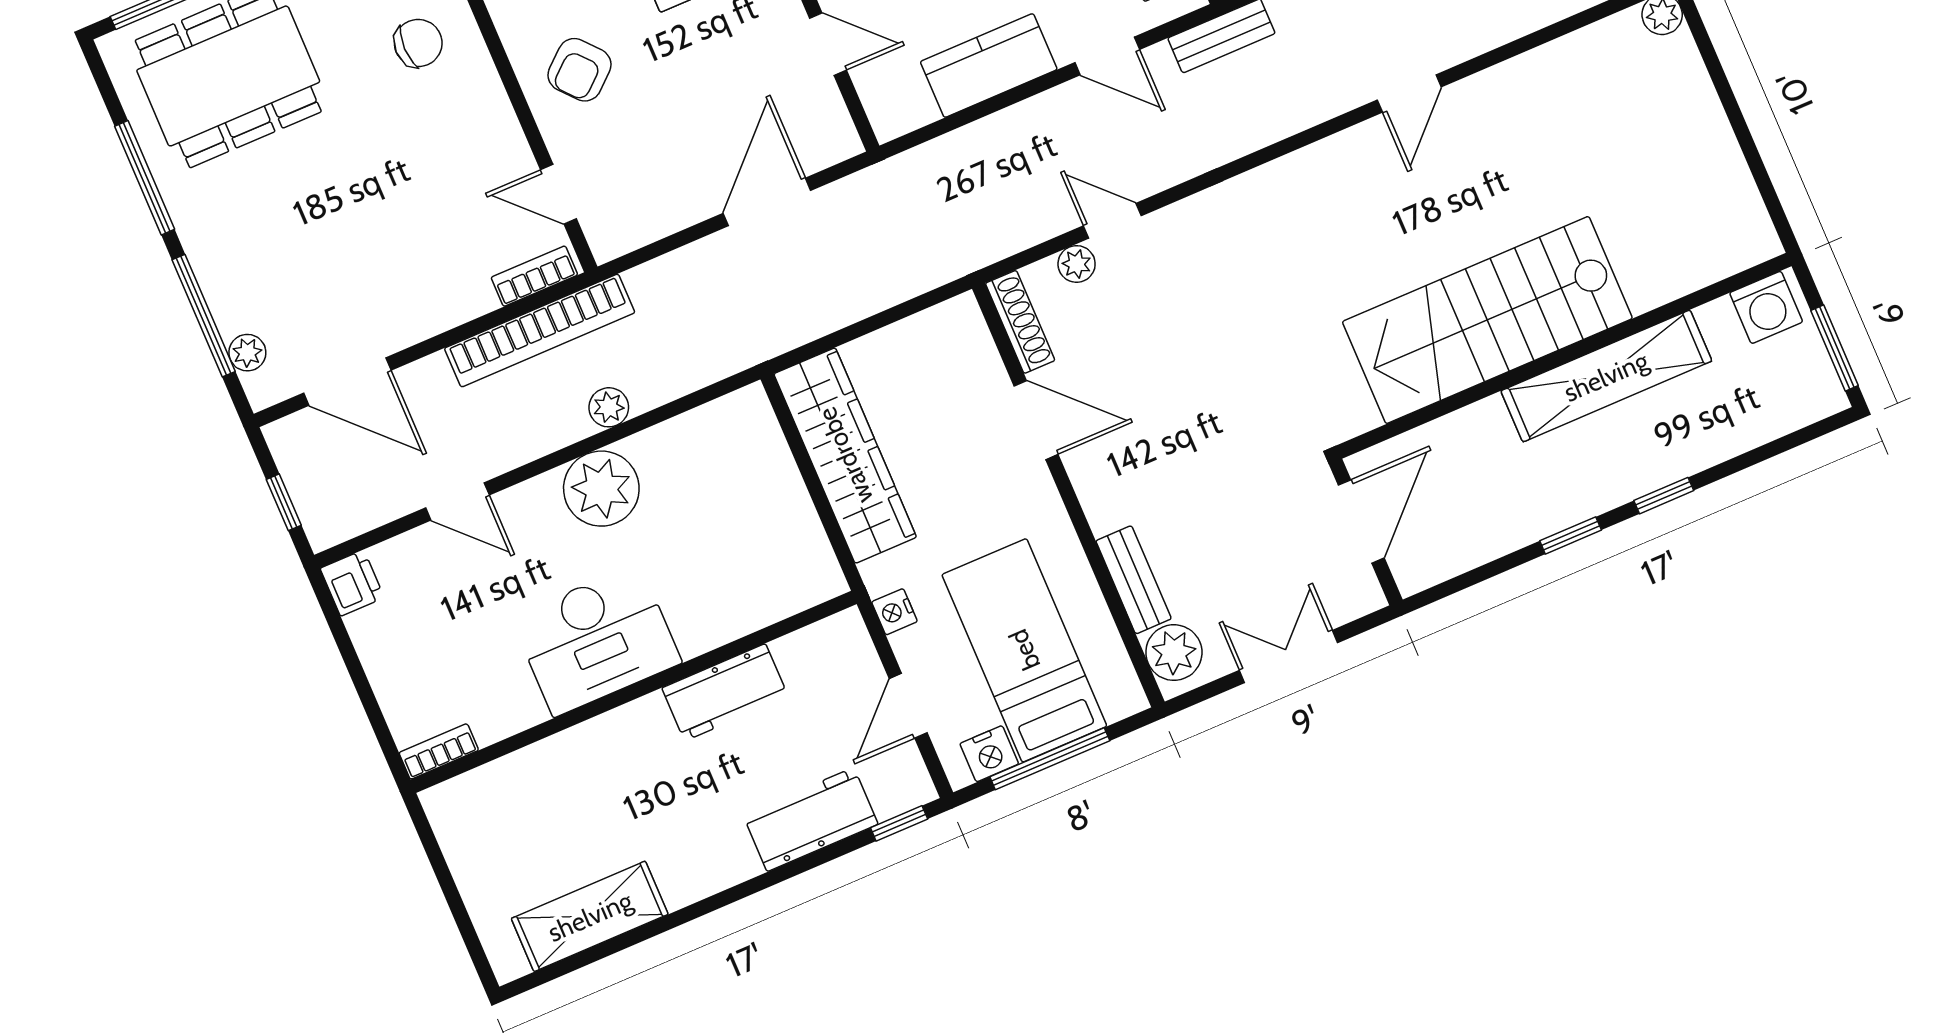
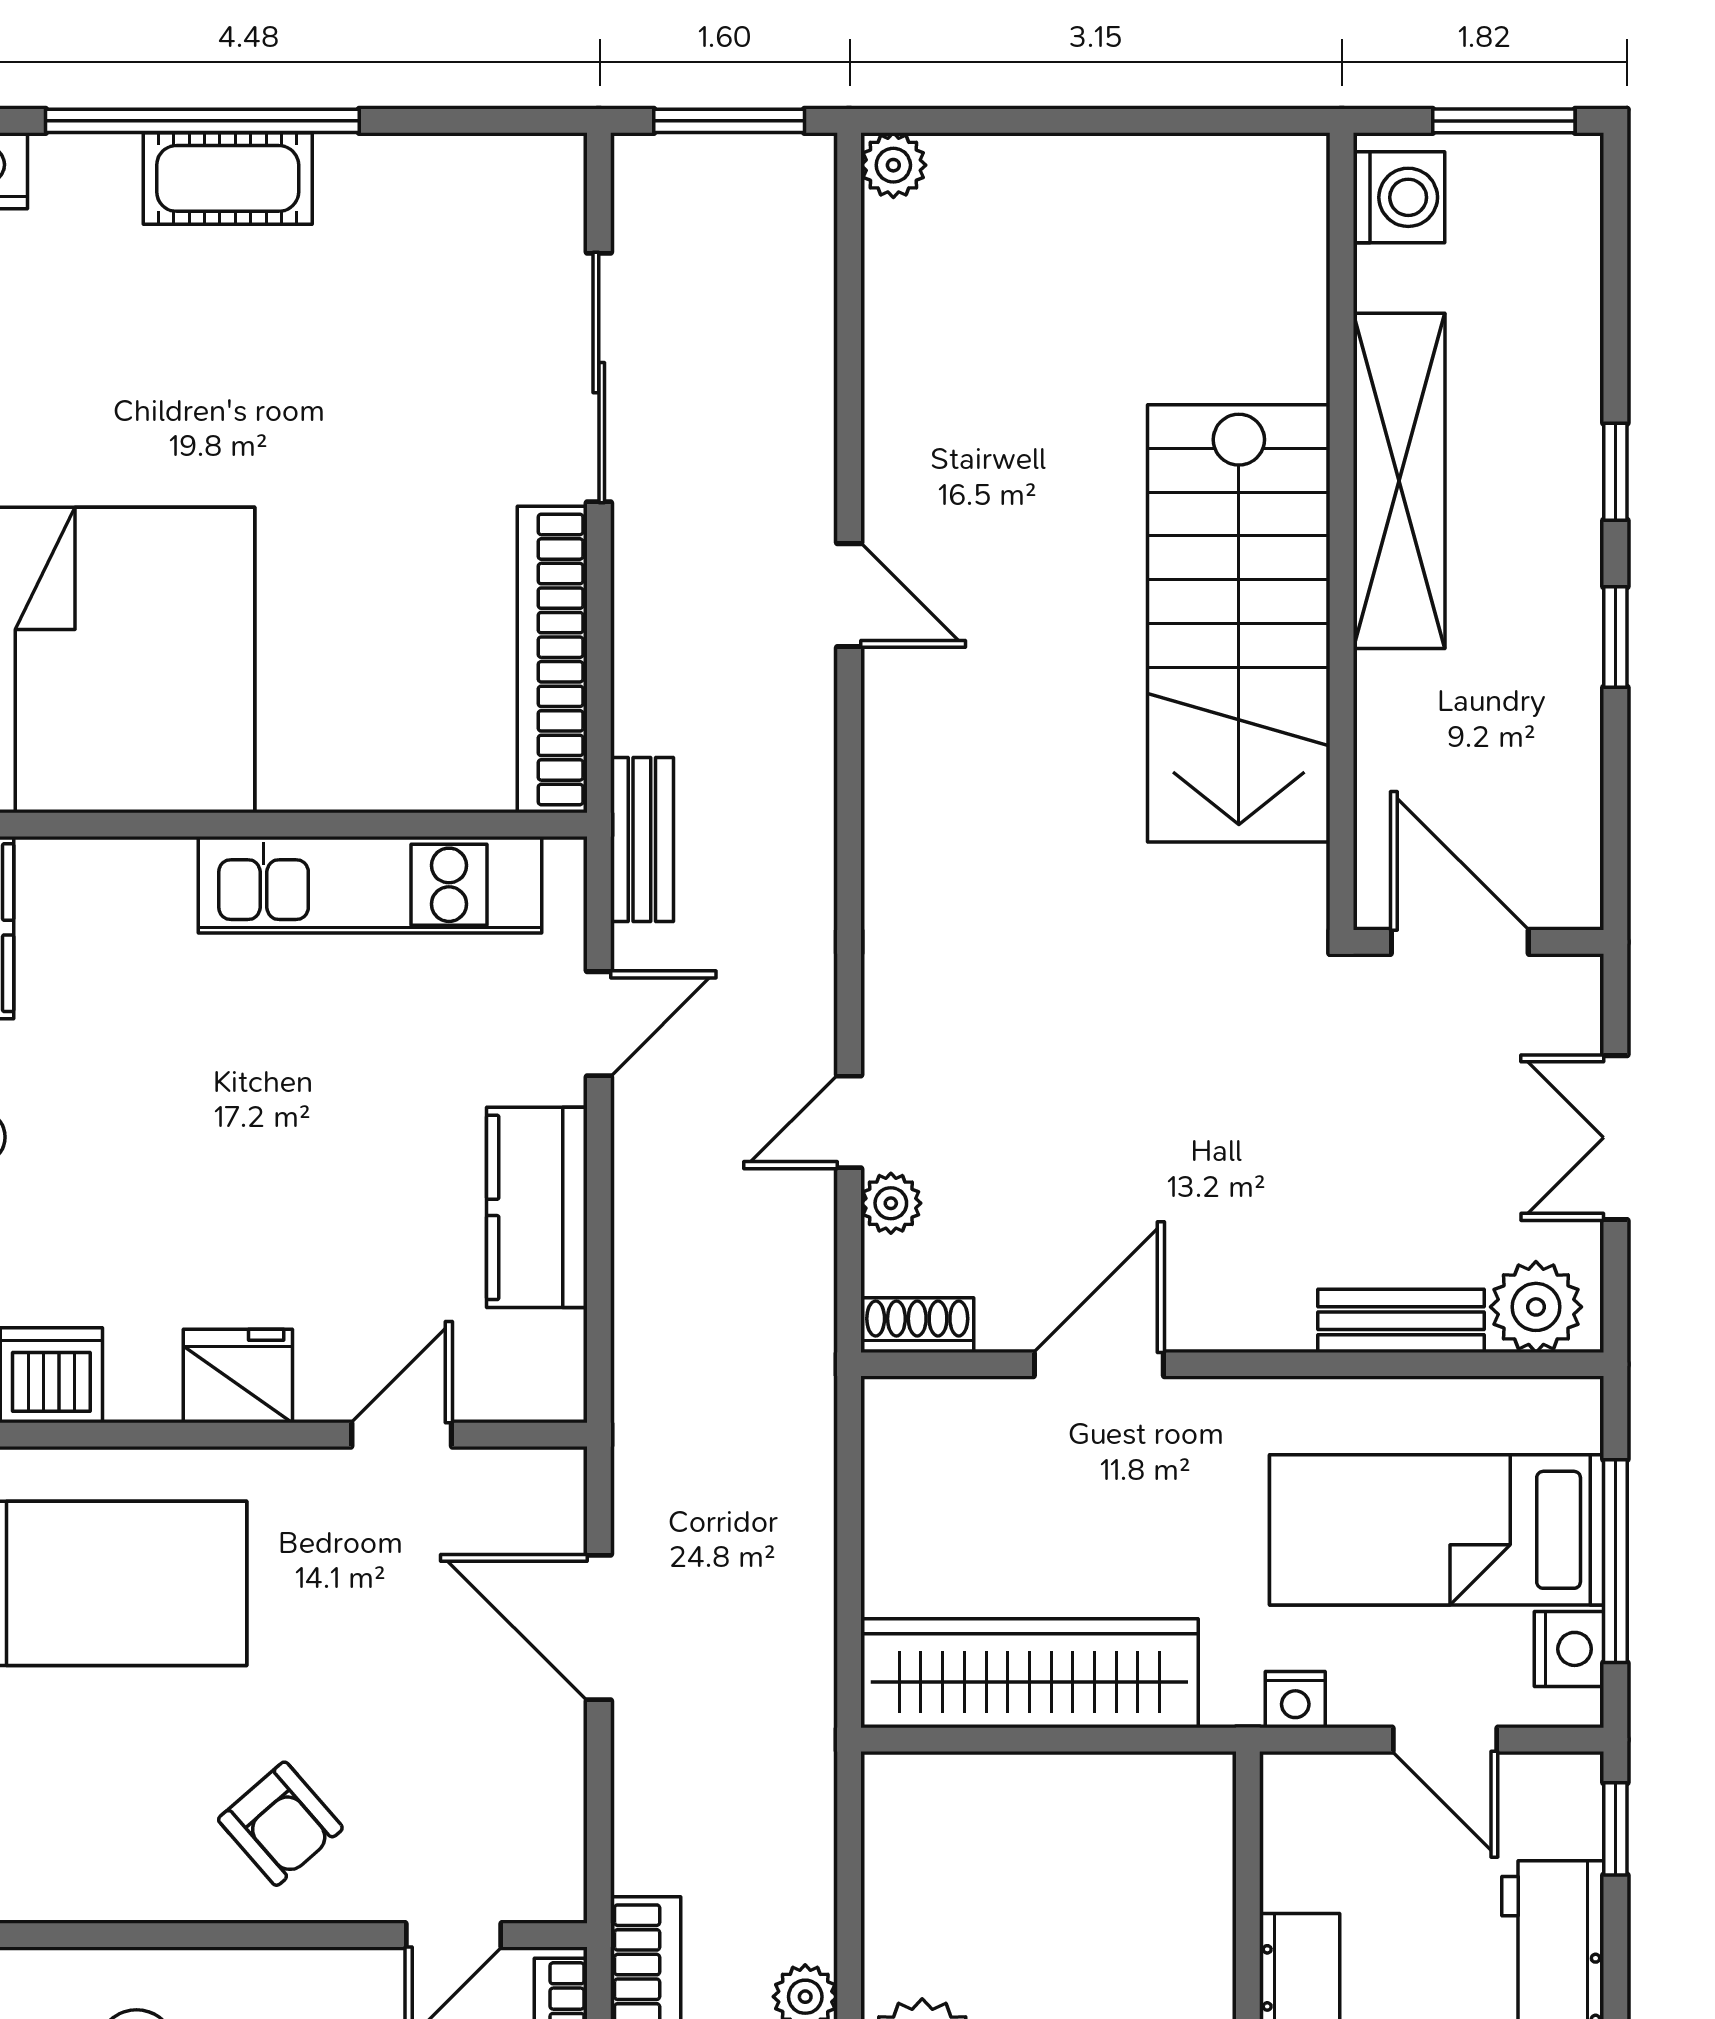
shoe rack: (1020, 322) -> (917, 1325), width x0.70

